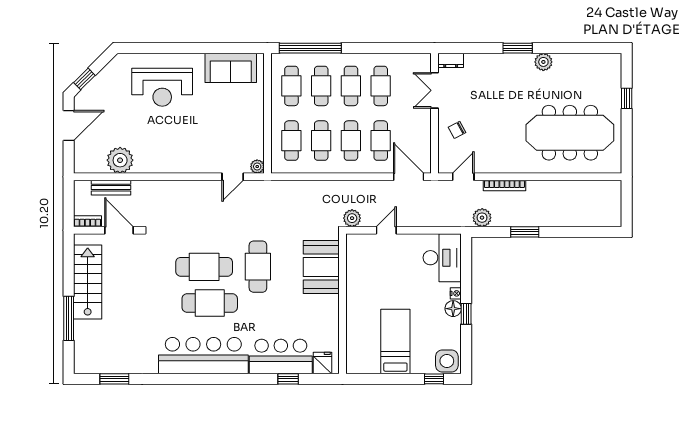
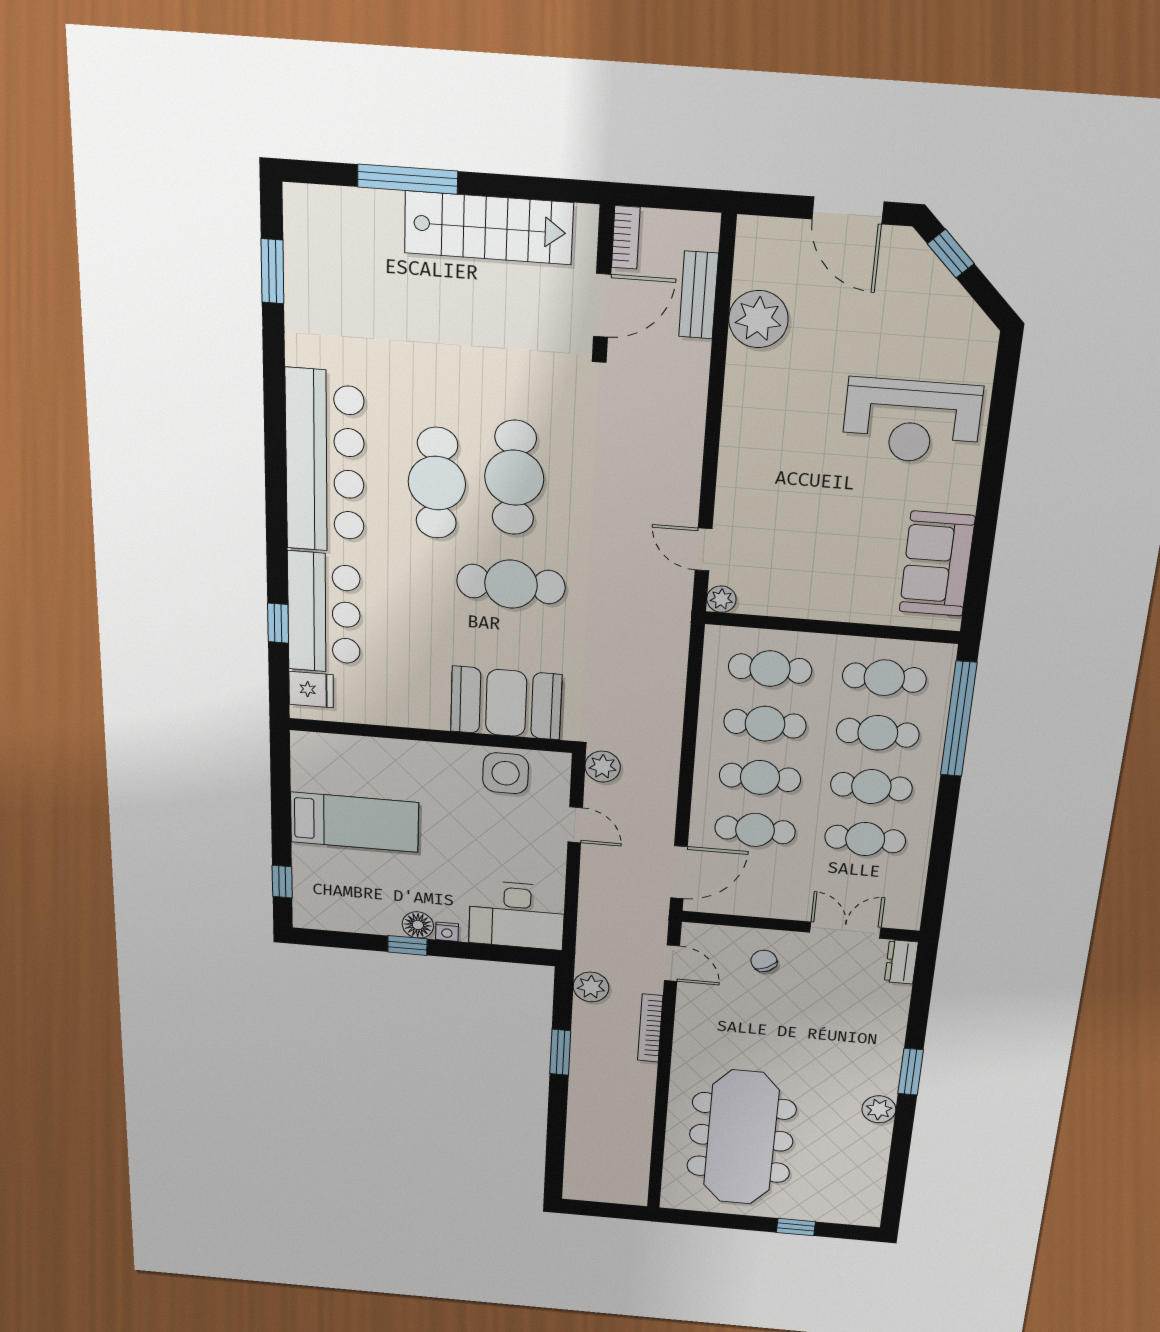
reception desk: (162, 87) -> (912, 421), turned -90
side table: (447, 361) -> (506, 773), moved

